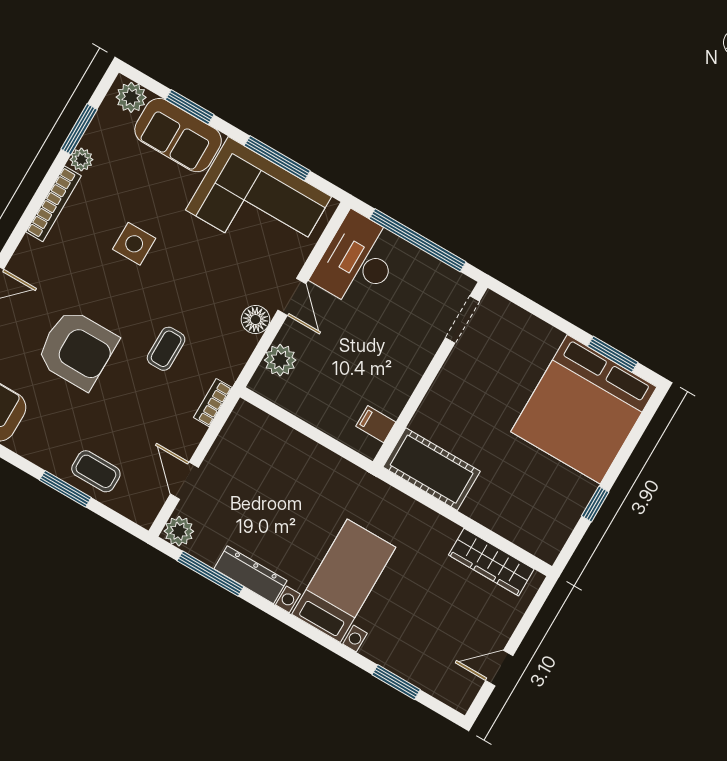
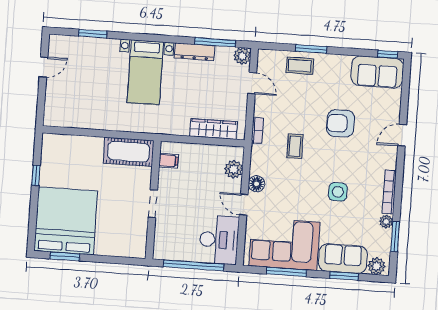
doorway: (462, 320) -> (153, 204), moved
armchair: (77, 349) -> (340, 123), width x0.73, depth x0.73
wardrobe: (491, 562) -> (213, 129), moved

